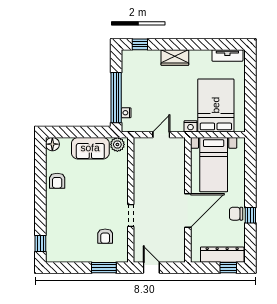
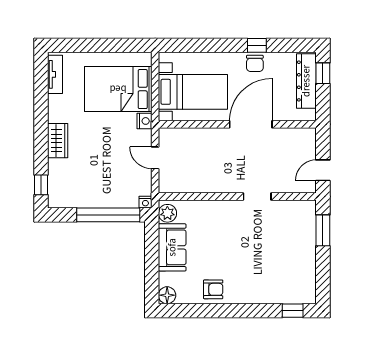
nightstand: (126, 113) -> (145, 202), moved
door: (188, 210) -> (251, 124), hinge flipped
armchair: (105, 236) -> (283, 229), removed

